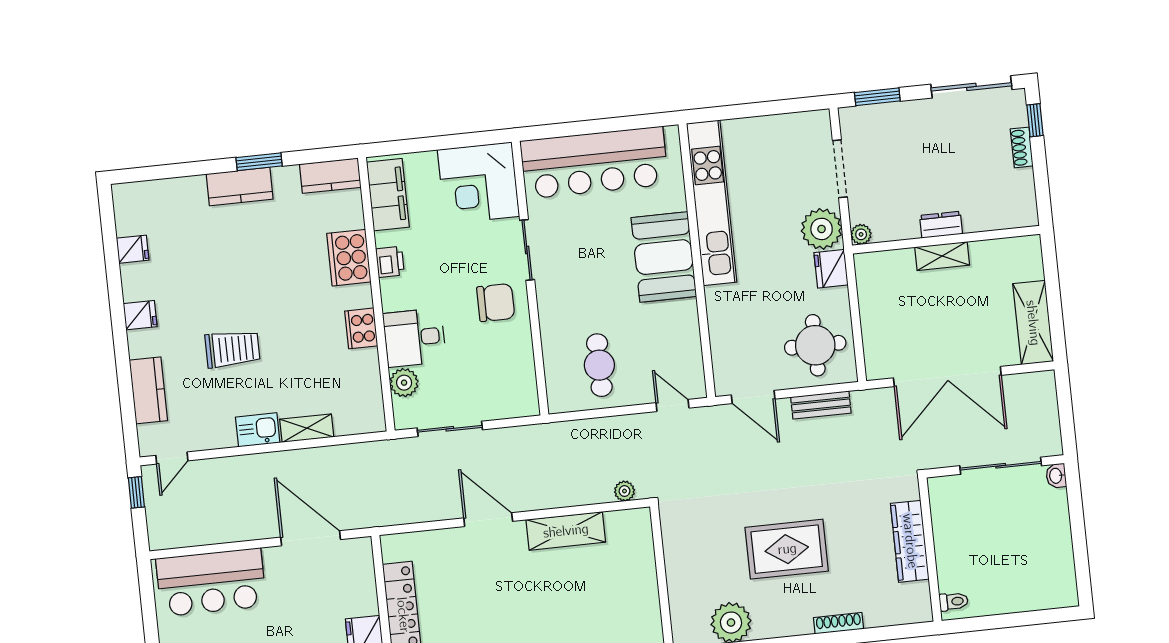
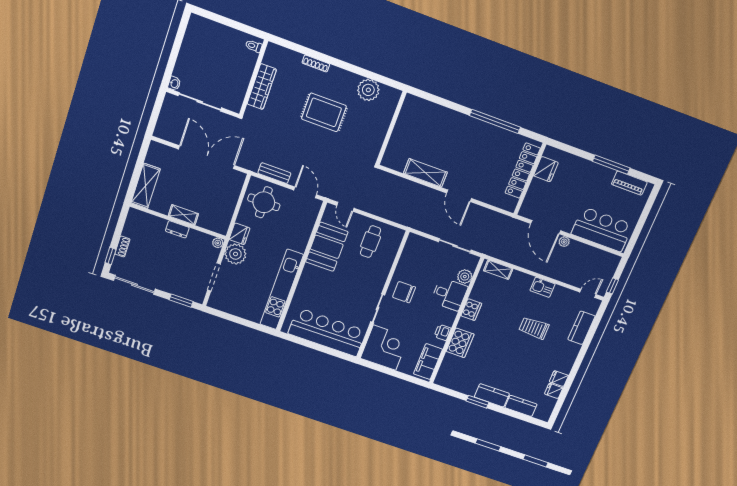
kitchen counter: (330, 176) -> (521, 406), moved
booth: (664, 257) -> (327, 247), moved
fridge: (140, 315) -> (559, 379), moved
shelving: (1033, 323) -> (146, 186), moved
shelving: (307, 428) -> (498, 270), moved
plant: (624, 491) -> (564, 242), moved

